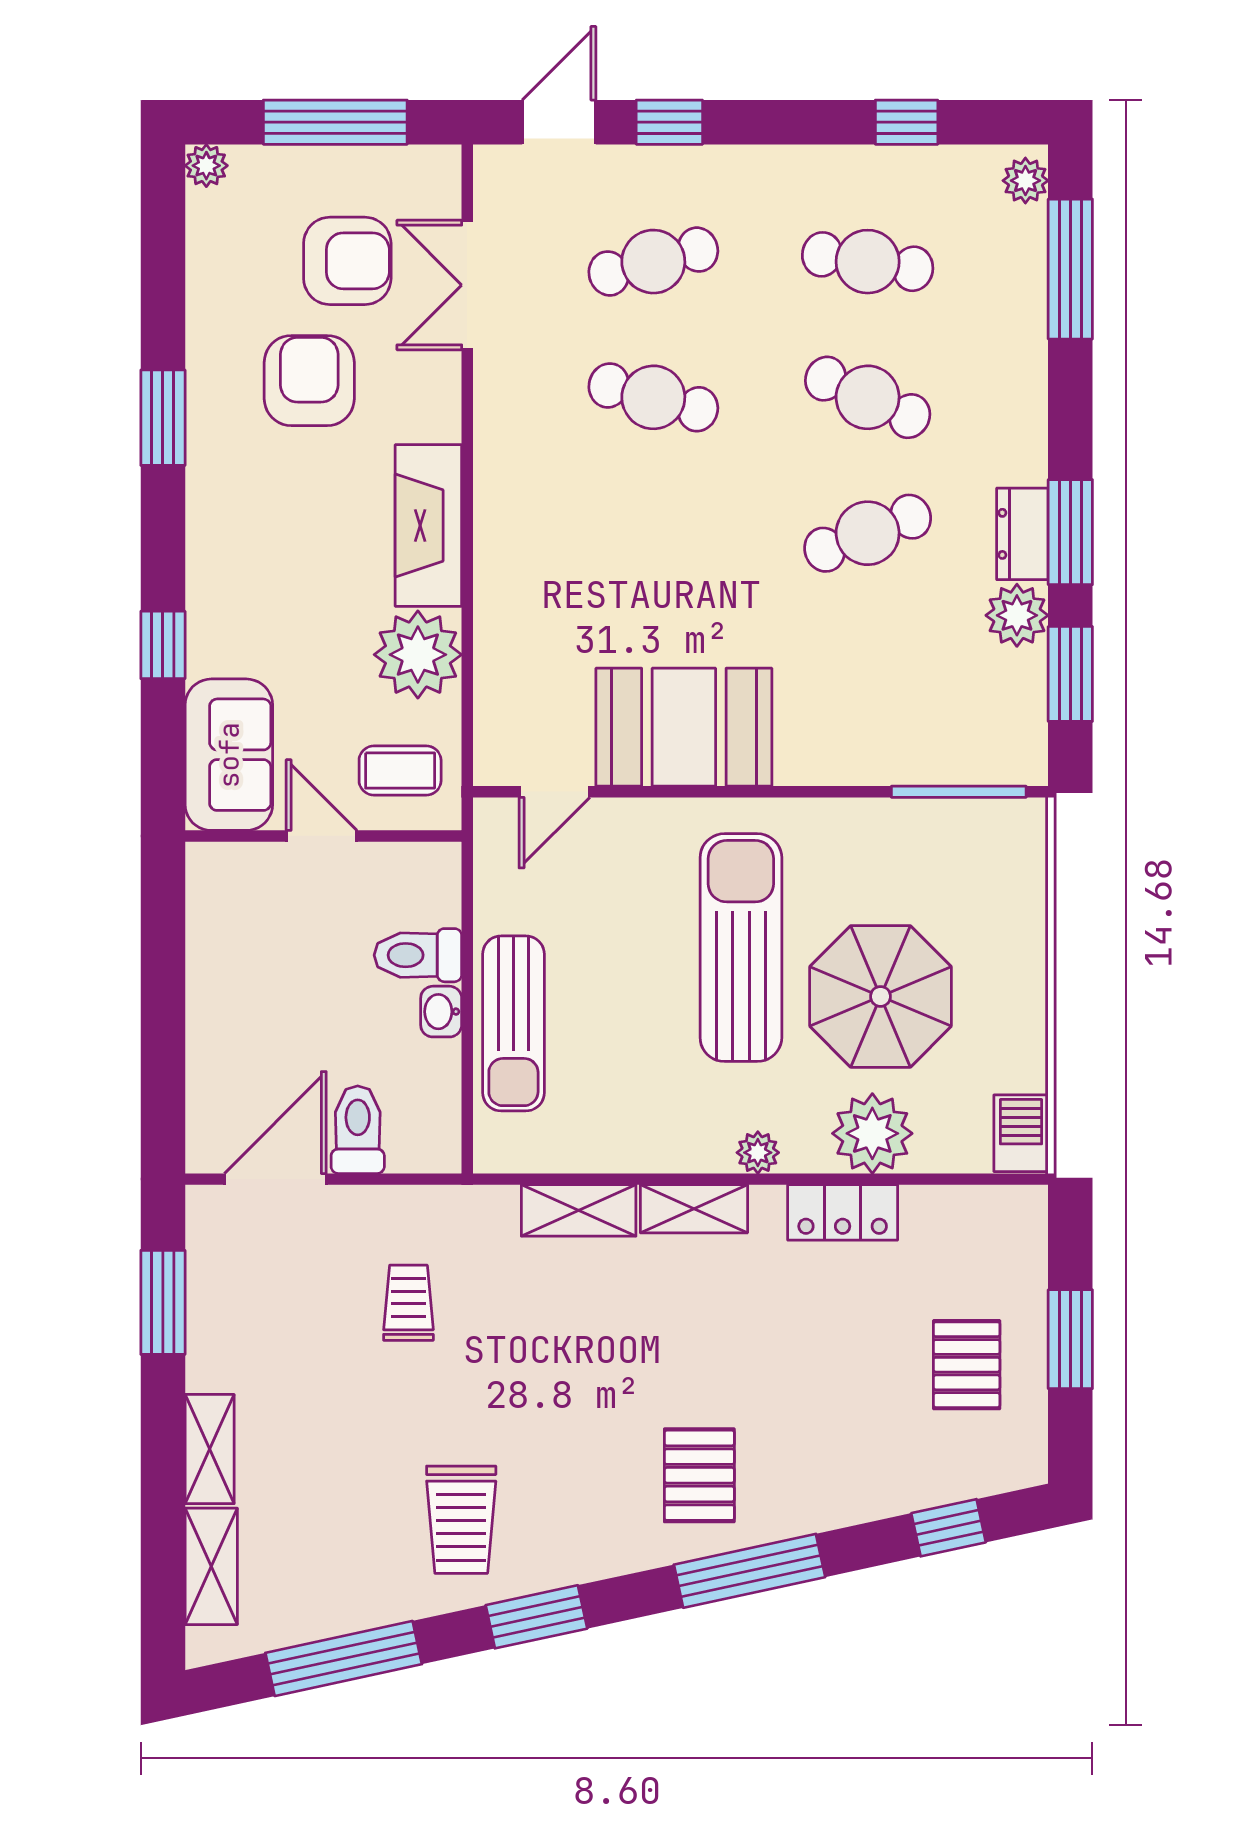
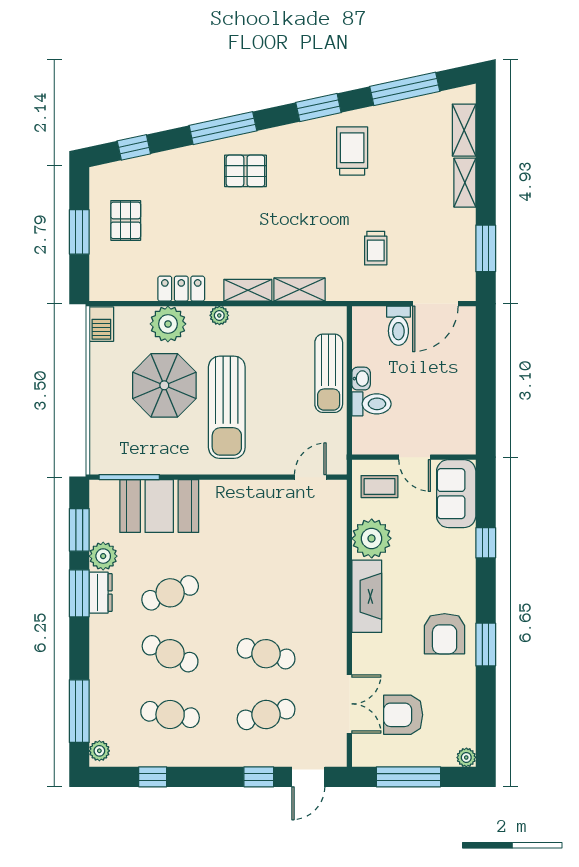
armchair: (309, 381) -> (445, 634), moved
booth: (684, 727) -> (159, 506), moved
sun lounger: (513, 1023) -> (329, 373), turned 180
pallet: (699, 1475) -> (245, 171), turned 90

